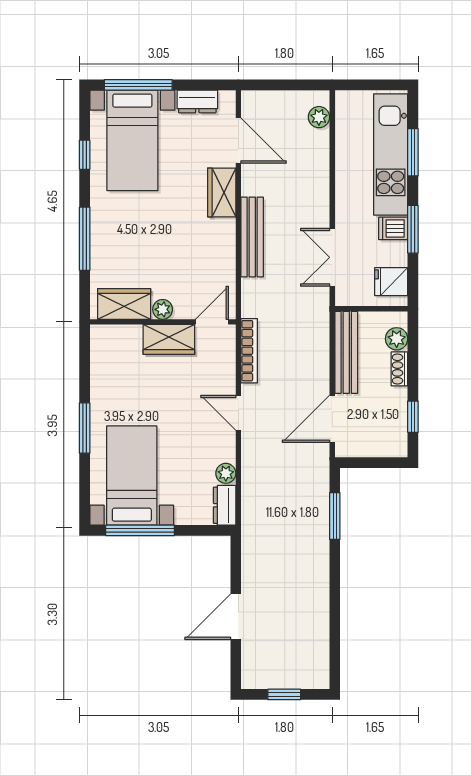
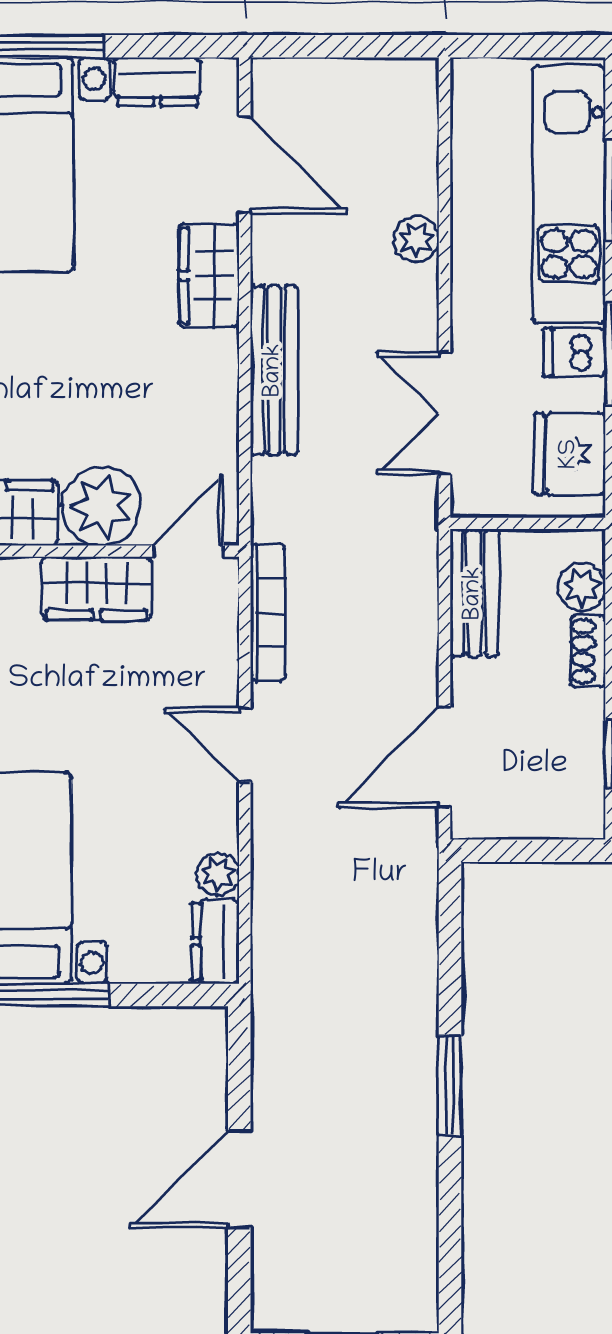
plant: (319, 117) -> (416, 239), moved
fridge: (391, 282) -> (570, 454), width x1.38
plant: (163, 309) -> (102, 506), width x1.88, depth x1.88
bench: (346, 352) -> (474, 593), width x0.73
window: (335, 516) -> (450, 1086), moved

